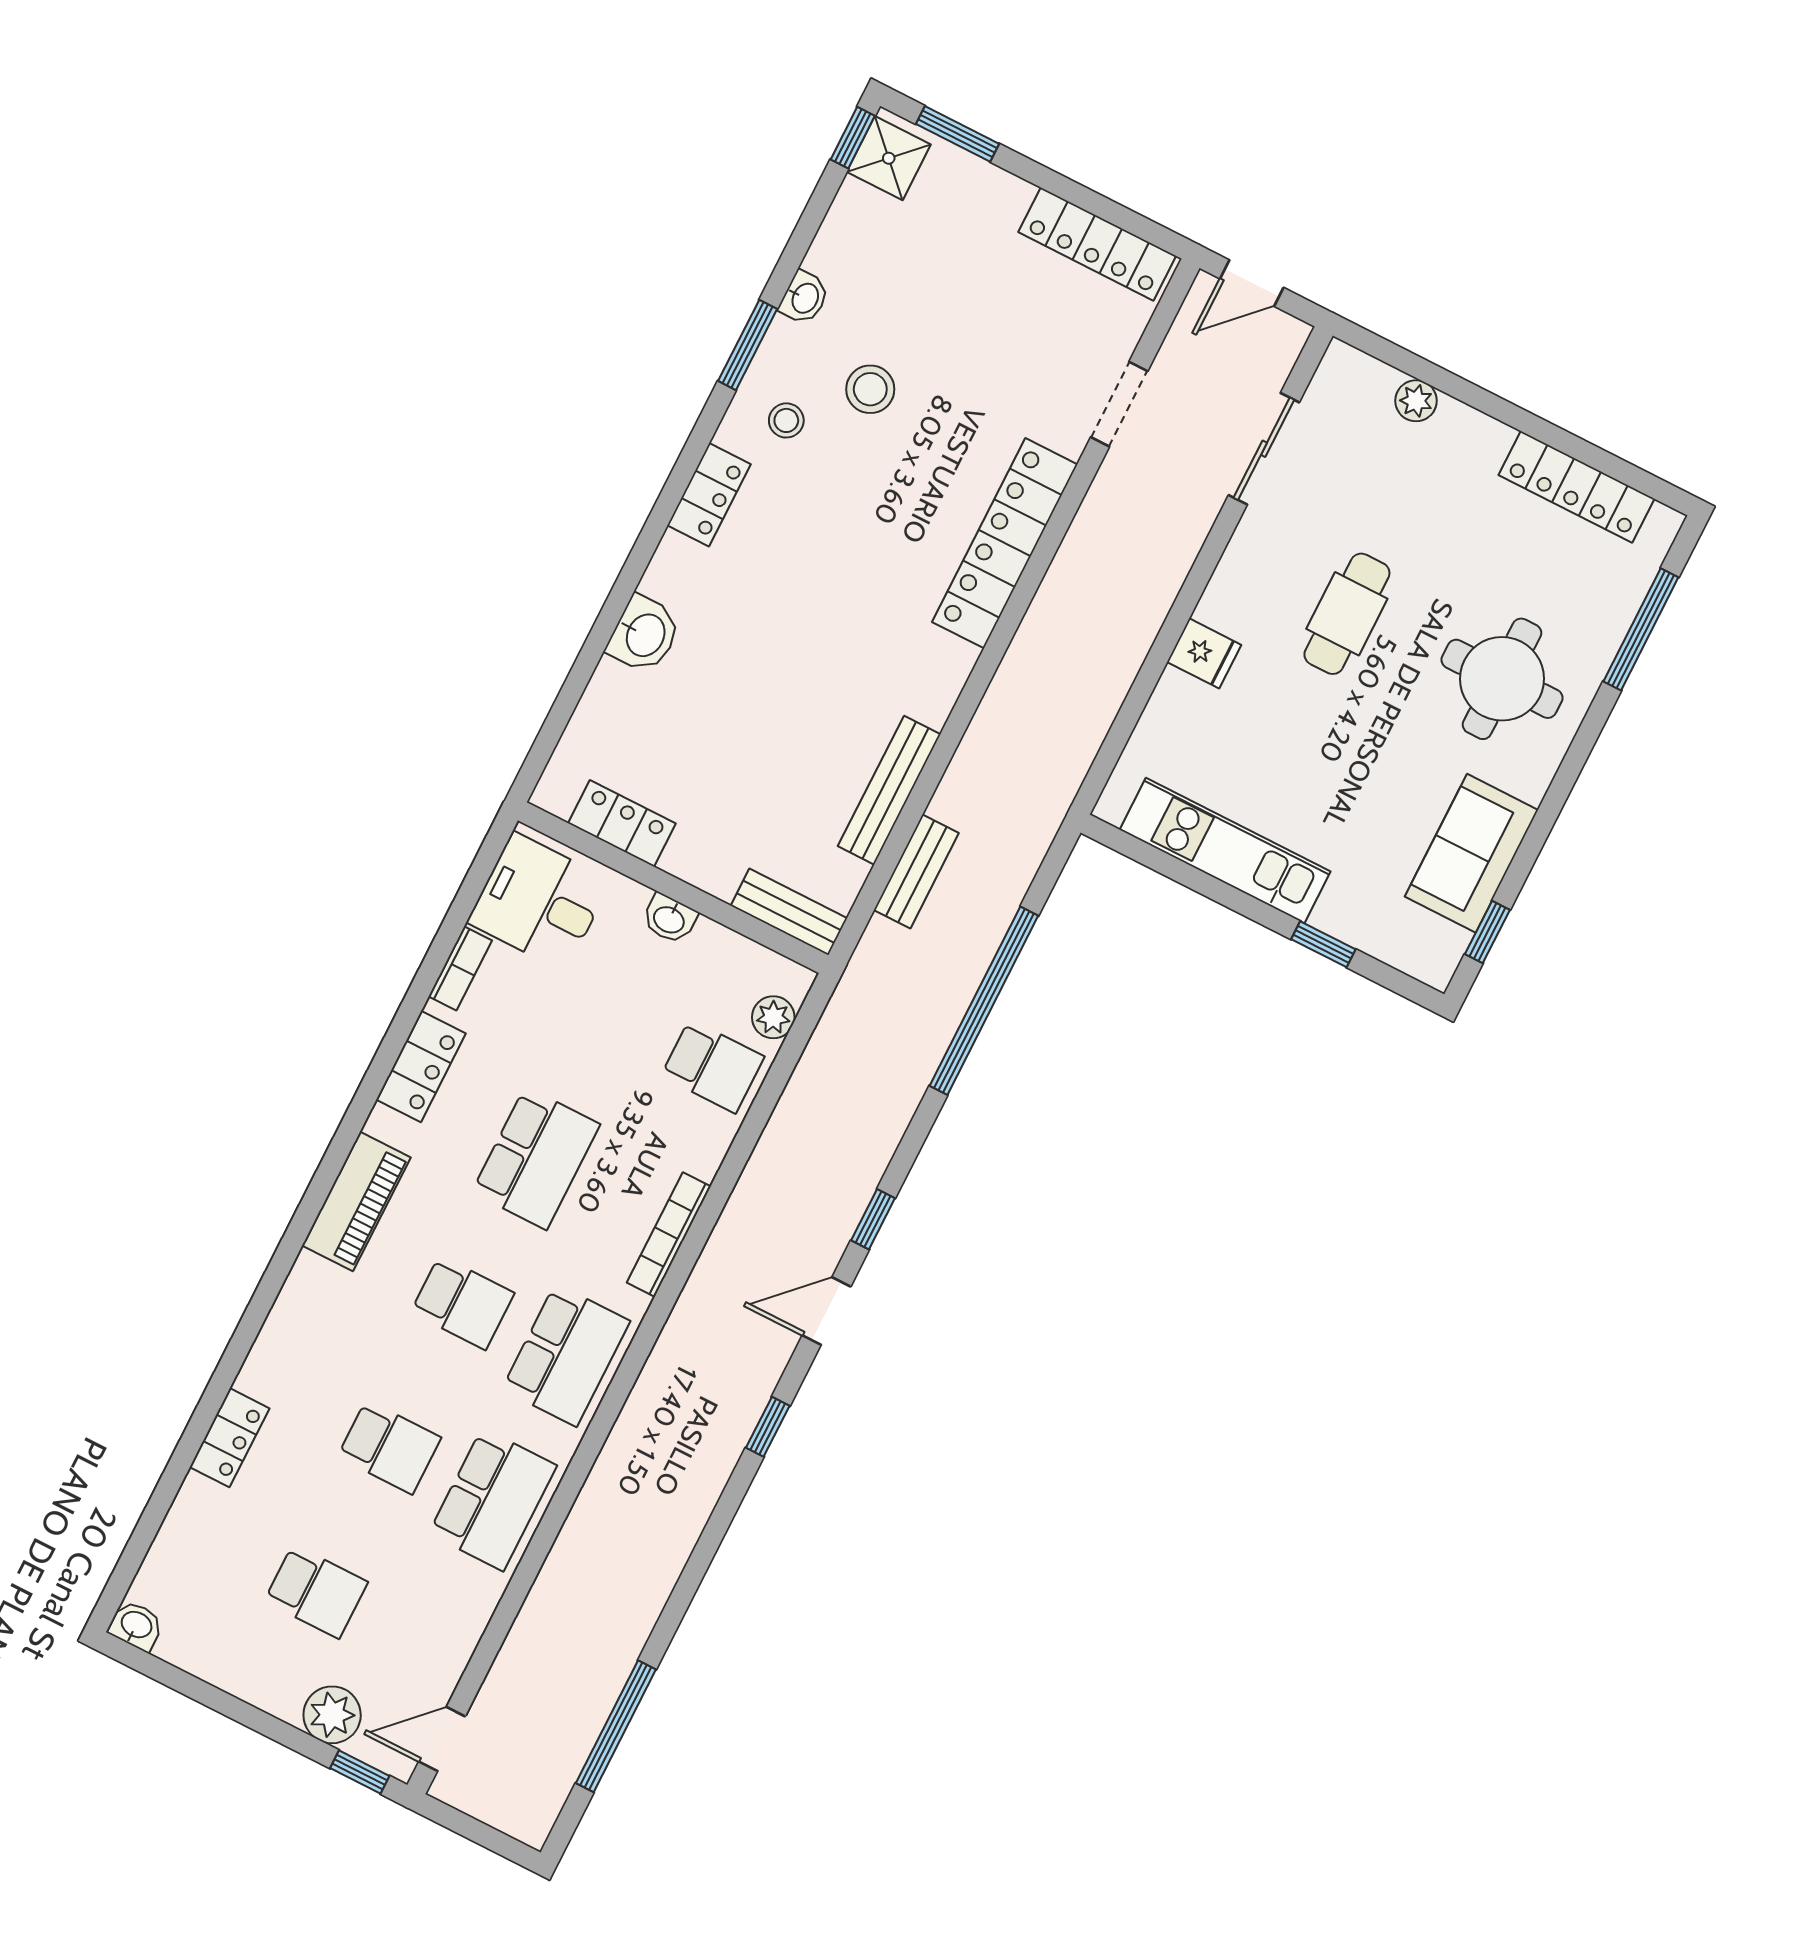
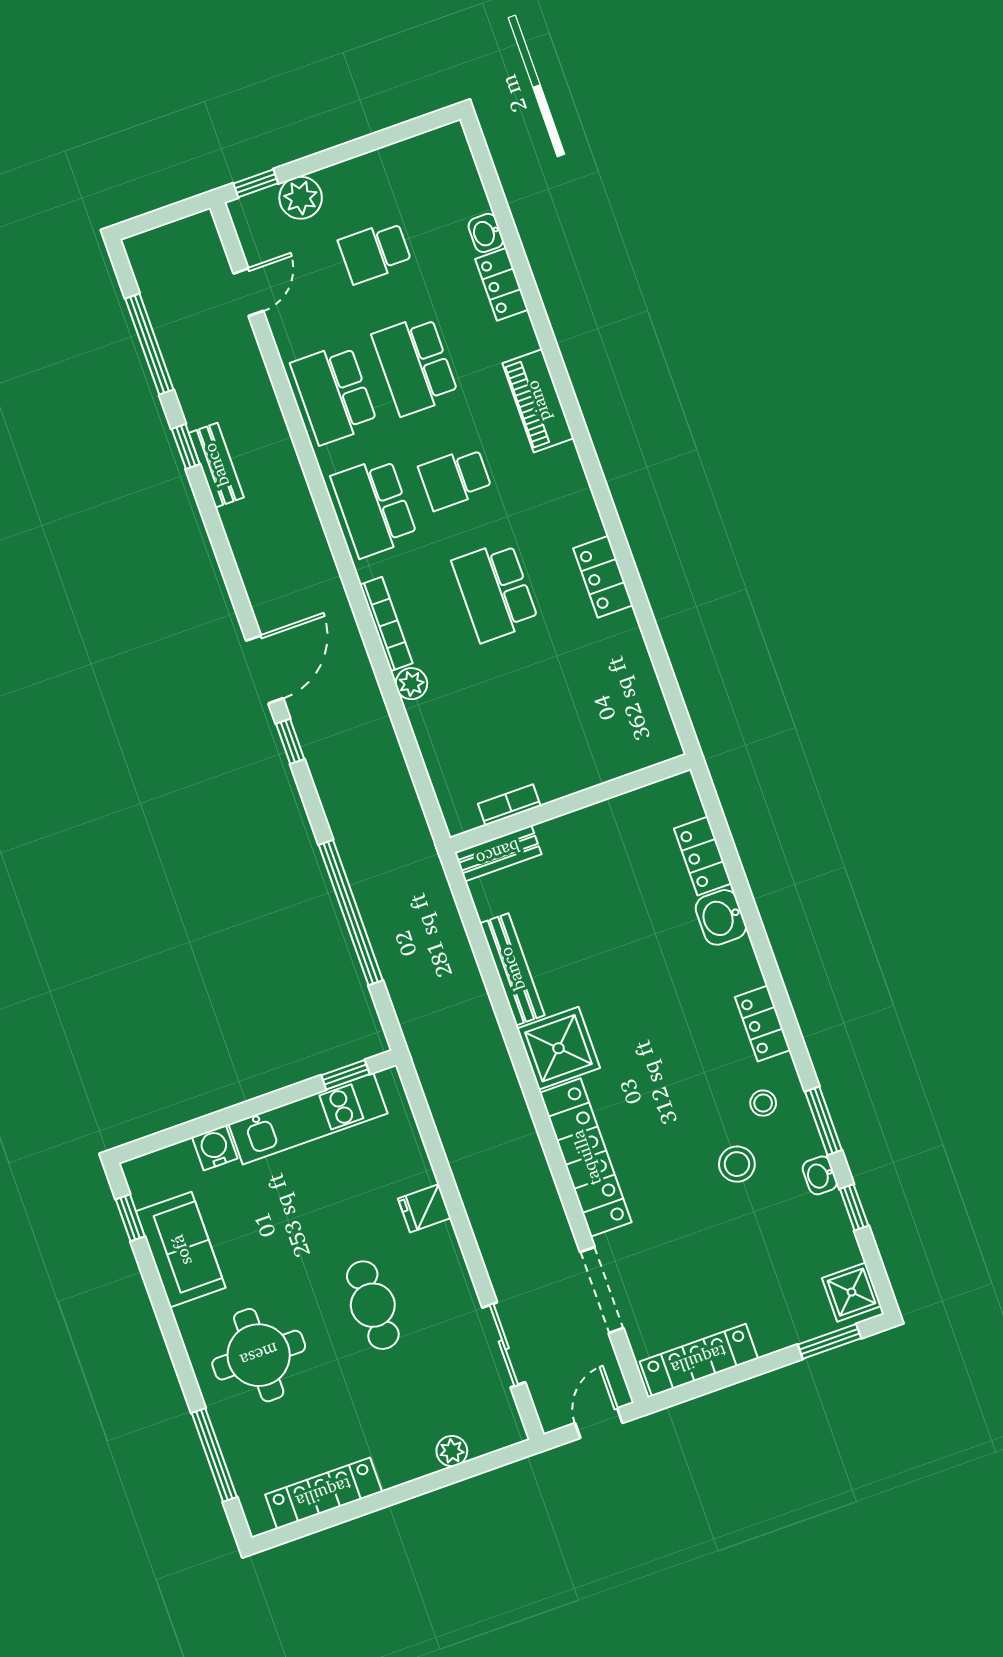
window: (853, 138) -> (854, 1207), moved
doorway: (1119, 404) -> (602, 1290), width x1.38
shower: (923, 671) -> (559, 1048), added
locker: (622, 823) -> (703, 856), moved, turned 90
bench: (916, 871) -> (216, 465), moved
desk: (539, 902) -> (631, 725), removed
water cooler: (1340, 915) -> (215, 1148), added
washbasin: (669, 919) -> (555, 786), removed
window: (1323, 944) -> (345, 1075), moved
bookcase: (460, 968) -> (509, 805), moved, turned 90
plant: (773, 1017) -> (411, 684), moved
school desk: (713, 1066) -> (454, 733), removed
piano: (356, 1201) -> (538, 401), moved
door: (826, 1311) -> (265, 669), width x1.38
window: (768, 1427) -> (186, 447), moved
school desk: (389, 1447) -> (415, 365), width x1.85
washbasin: (136, 1626) -> (486, 233), moved, turned 90
door: (442, 1739) -> (248, 292), moved

